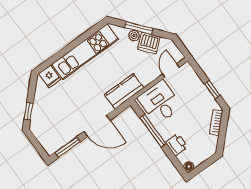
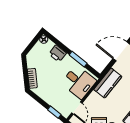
window: (212, 90) -> (54, 112), moved
window: (153, 131) -> (78, 59), width x0.69

